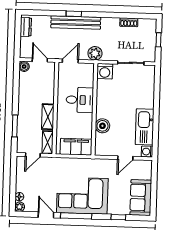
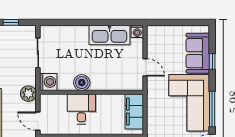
boiler: (102, 126) -> (82, 83), moved
door: (125, 158) -> (145, 67), moved
sofa: (141, 198) -> (198, 53), moved, turned 90

